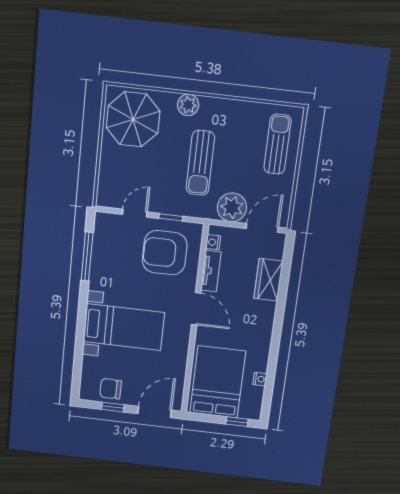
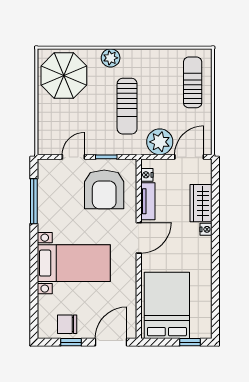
armchair: (165, 253) -> (104, 189), turned -90
door: (196, 309) -> (139, 238), hinge flipped
nightstand: (260, 379) -> (206, 229), moved

